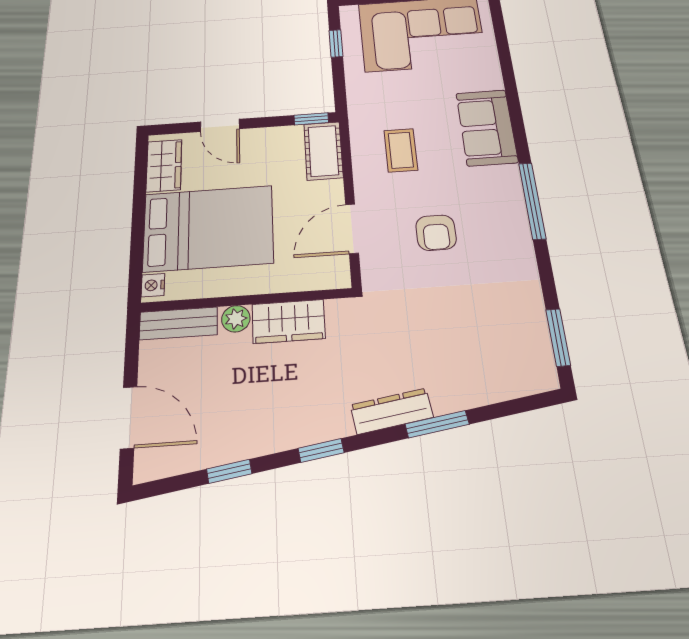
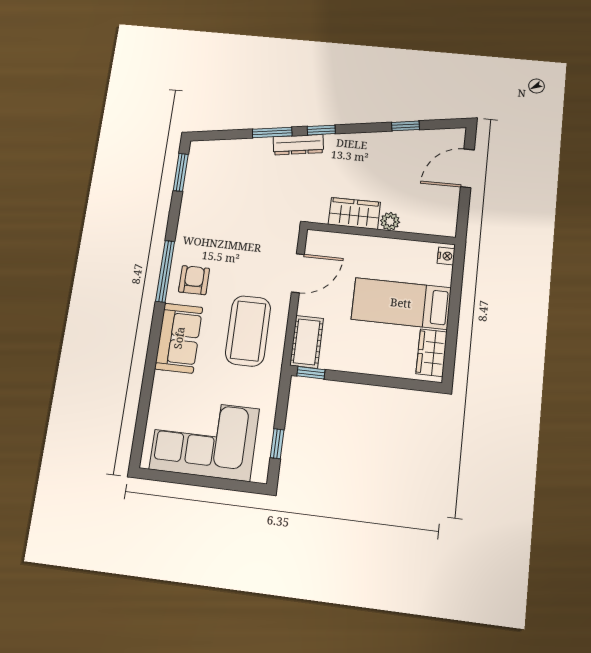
door: (220, 125) -> (384, 381), removed
coffee table: (401, 150) -> (248, 331), width x1.86, depth x1.72
bed: (208, 228) -> (401, 303), width x0.67
armchair: (436, 233) -> (194, 280), moved
bench: (178, 323) -> (430, 225), removed
door: (129, 417) -> (467, 168), hinge flipped
window: (321, 450) -> (321, 130), moved

